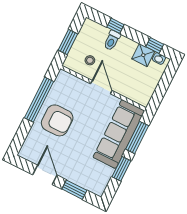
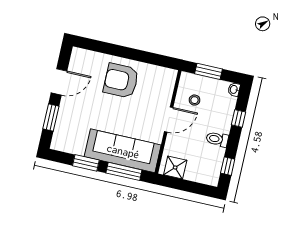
toilet: (112, 40) -> (217, 139), moved
shower: (143, 55) -> (175, 167), moved
washbasin: (159, 58) -> (234, 89), moved
window: (39, 100) -> (139, 55), removed
armchair: (57, 120) -> (121, 81), turned 90

